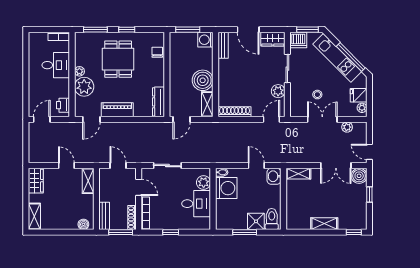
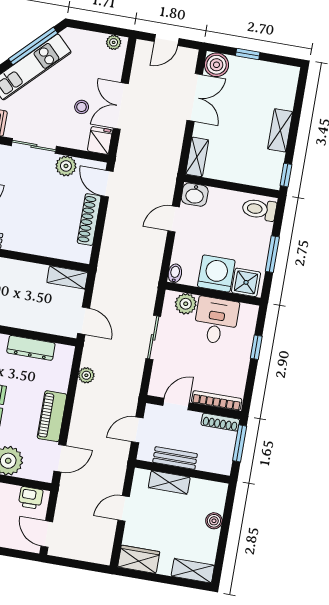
boiler: (203, 80) -> (30, 278), removed
fridge: (359, 95) -> (100, 140), moved, turned 180
dresser: (158, 102) -> (31, 348), moved
shoe rack: (235, 112) -> (89, 220), moved
door: (91, 119) -> (60, 458), hinge flipped
plant: (347, 127) -> (86, 375), moved
door: (369, 152) -> (167, 40), moved
sliding door: (167, 166) -> (153, 337), moved
shelving: (88, 181) -> (169, 482), moved
washing machine: (226, 188) -> (216, 273), moved
bench: (104, 216) -> (175, 458), moved
shower: (256, 221) -> (246, 282), moved
boiler: (83, 224) -> (214, 521), moved
window: (171, 232) -> (256, 347), moved
window: (354, 232) -> (286, 175), moved

